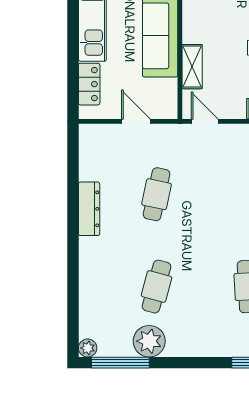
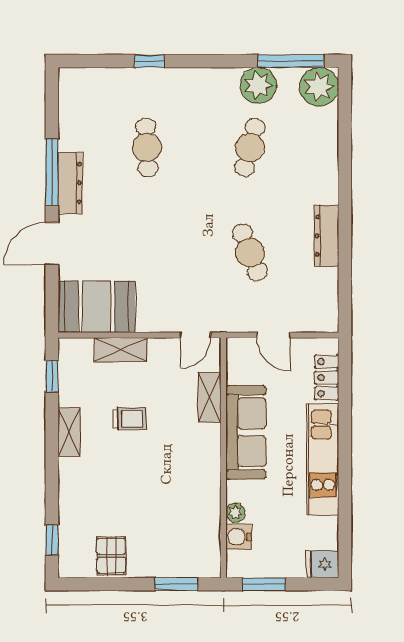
door: (205, 121) -> (195, 335), hinge flipped
cafe table: (157, 194) -> (250, 252), turned -33
plant: (88, 348) -> (319, 87), width x1.88, depth x1.88

